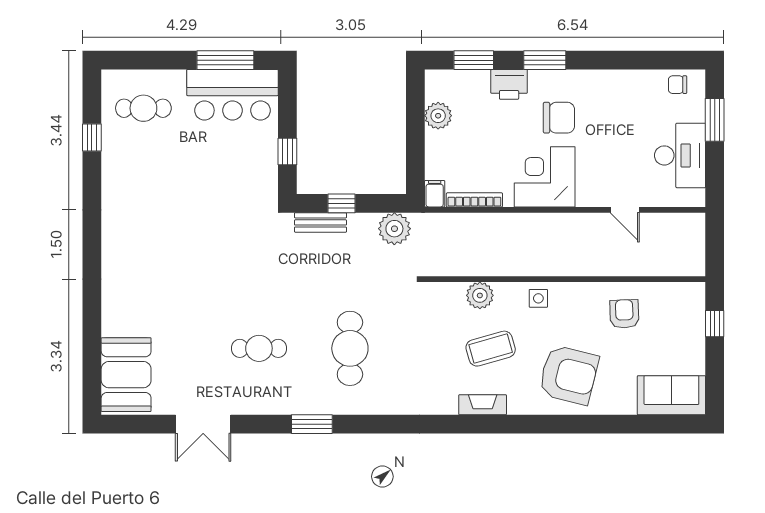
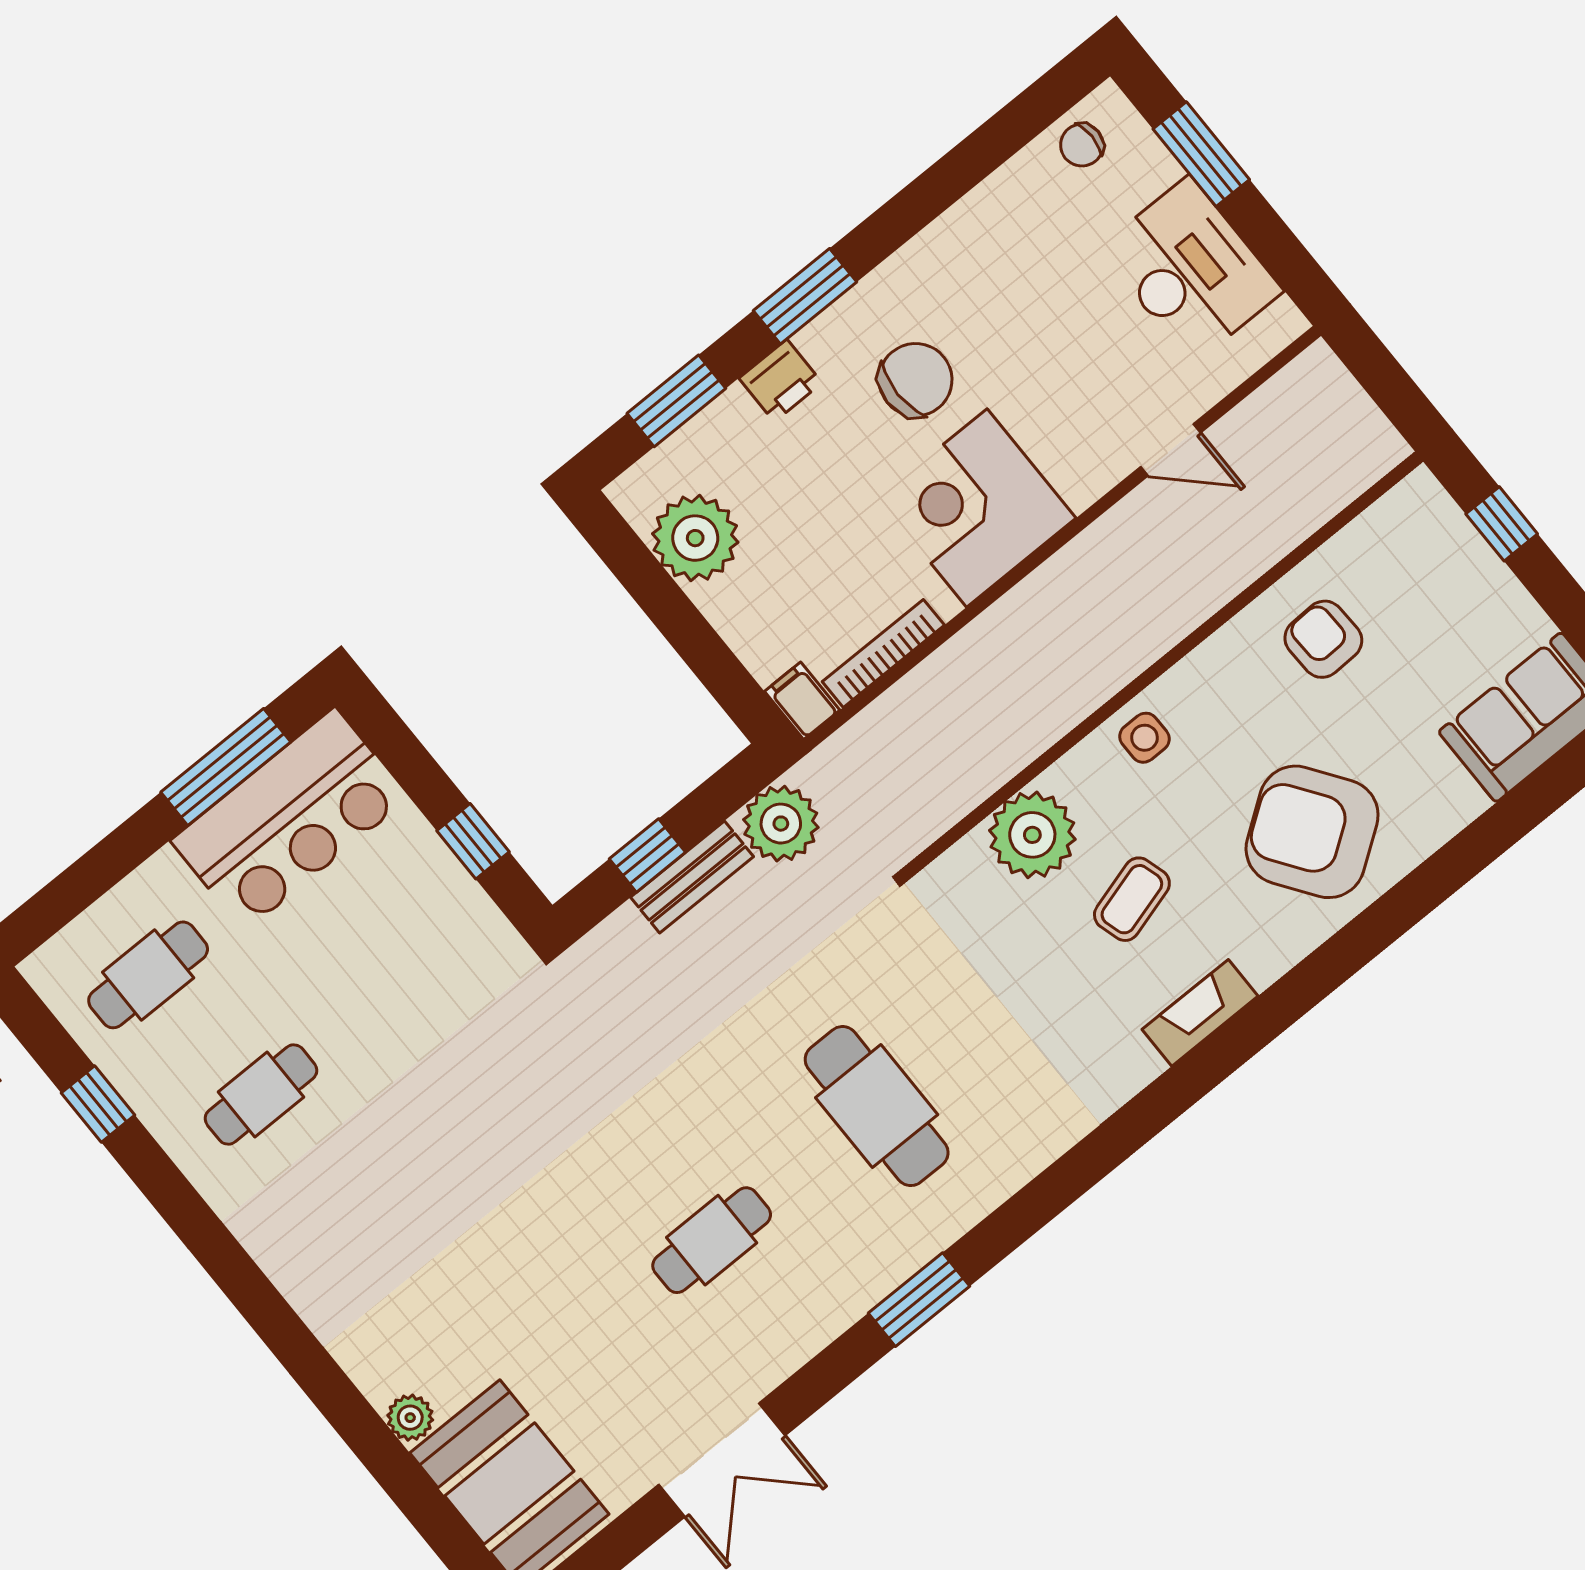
printer: (509, 84) -> (781, 380), width x0.73, depth x0.81
plant: (438, 116) -> (695, 538), width x1.36, depth x1.36
cafe table: (149, 178) -> (261, 1094), added
bench: (320, 222) -> (692, 877), moved
plant: (480, 295) -> (1032, 835), width x1.36, depth x1.36
plant: (111, 326) -> (410, 1418), added
coffee table: (491, 349) -> (1132, 899), width x0.73, depth x0.77
armchair: (569, 375) -> (1312, 832), turned -139

